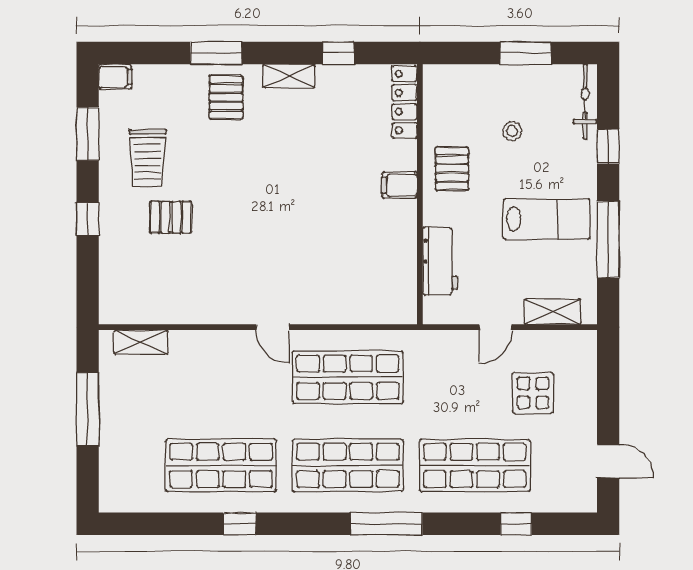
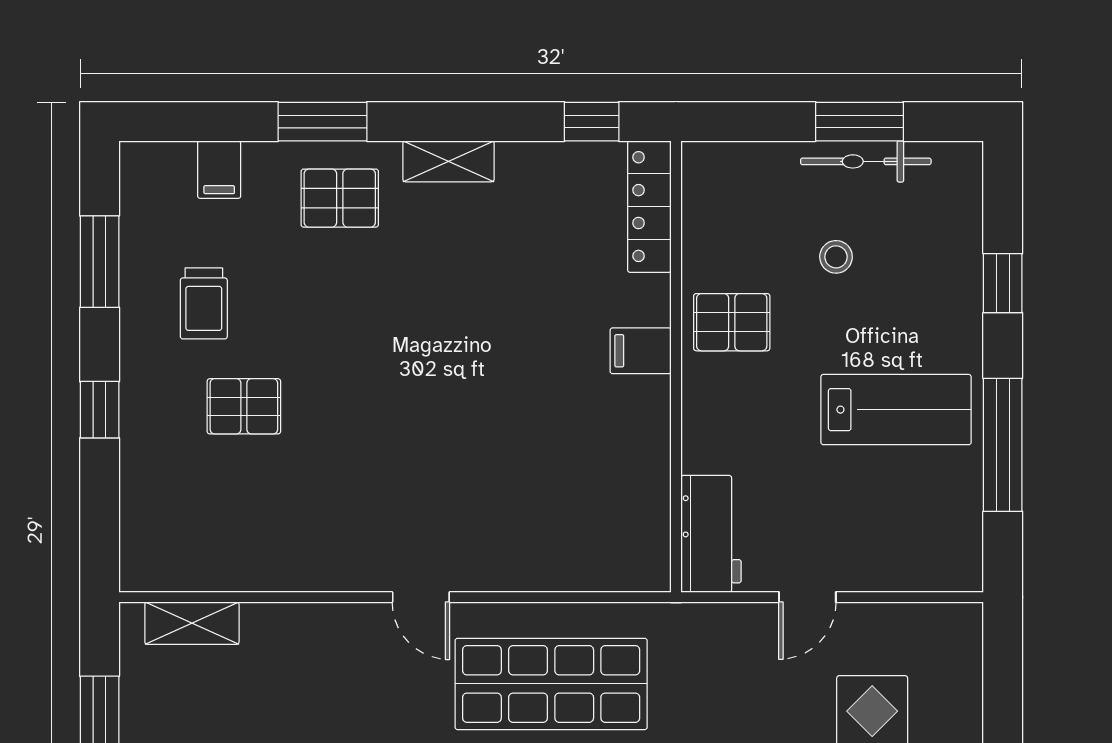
window: (338, 53) -> (592, 122), moved
filing cabinet: (115, 77) -> (219, 170), moved, turned 90
pallet: (226, 97) -> (340, 198), turned 90
bicycle: (585, 102) -> (866, 161), moved, turned -90
trolley: (148, 158) -> (204, 303), width x0.73, depth x0.72
pallet: (452, 169) -> (732, 322), turned 90
workbench: (440, 261) -> (711, 534), moved
shelving: (552, 312) -> (906, 570), removed

